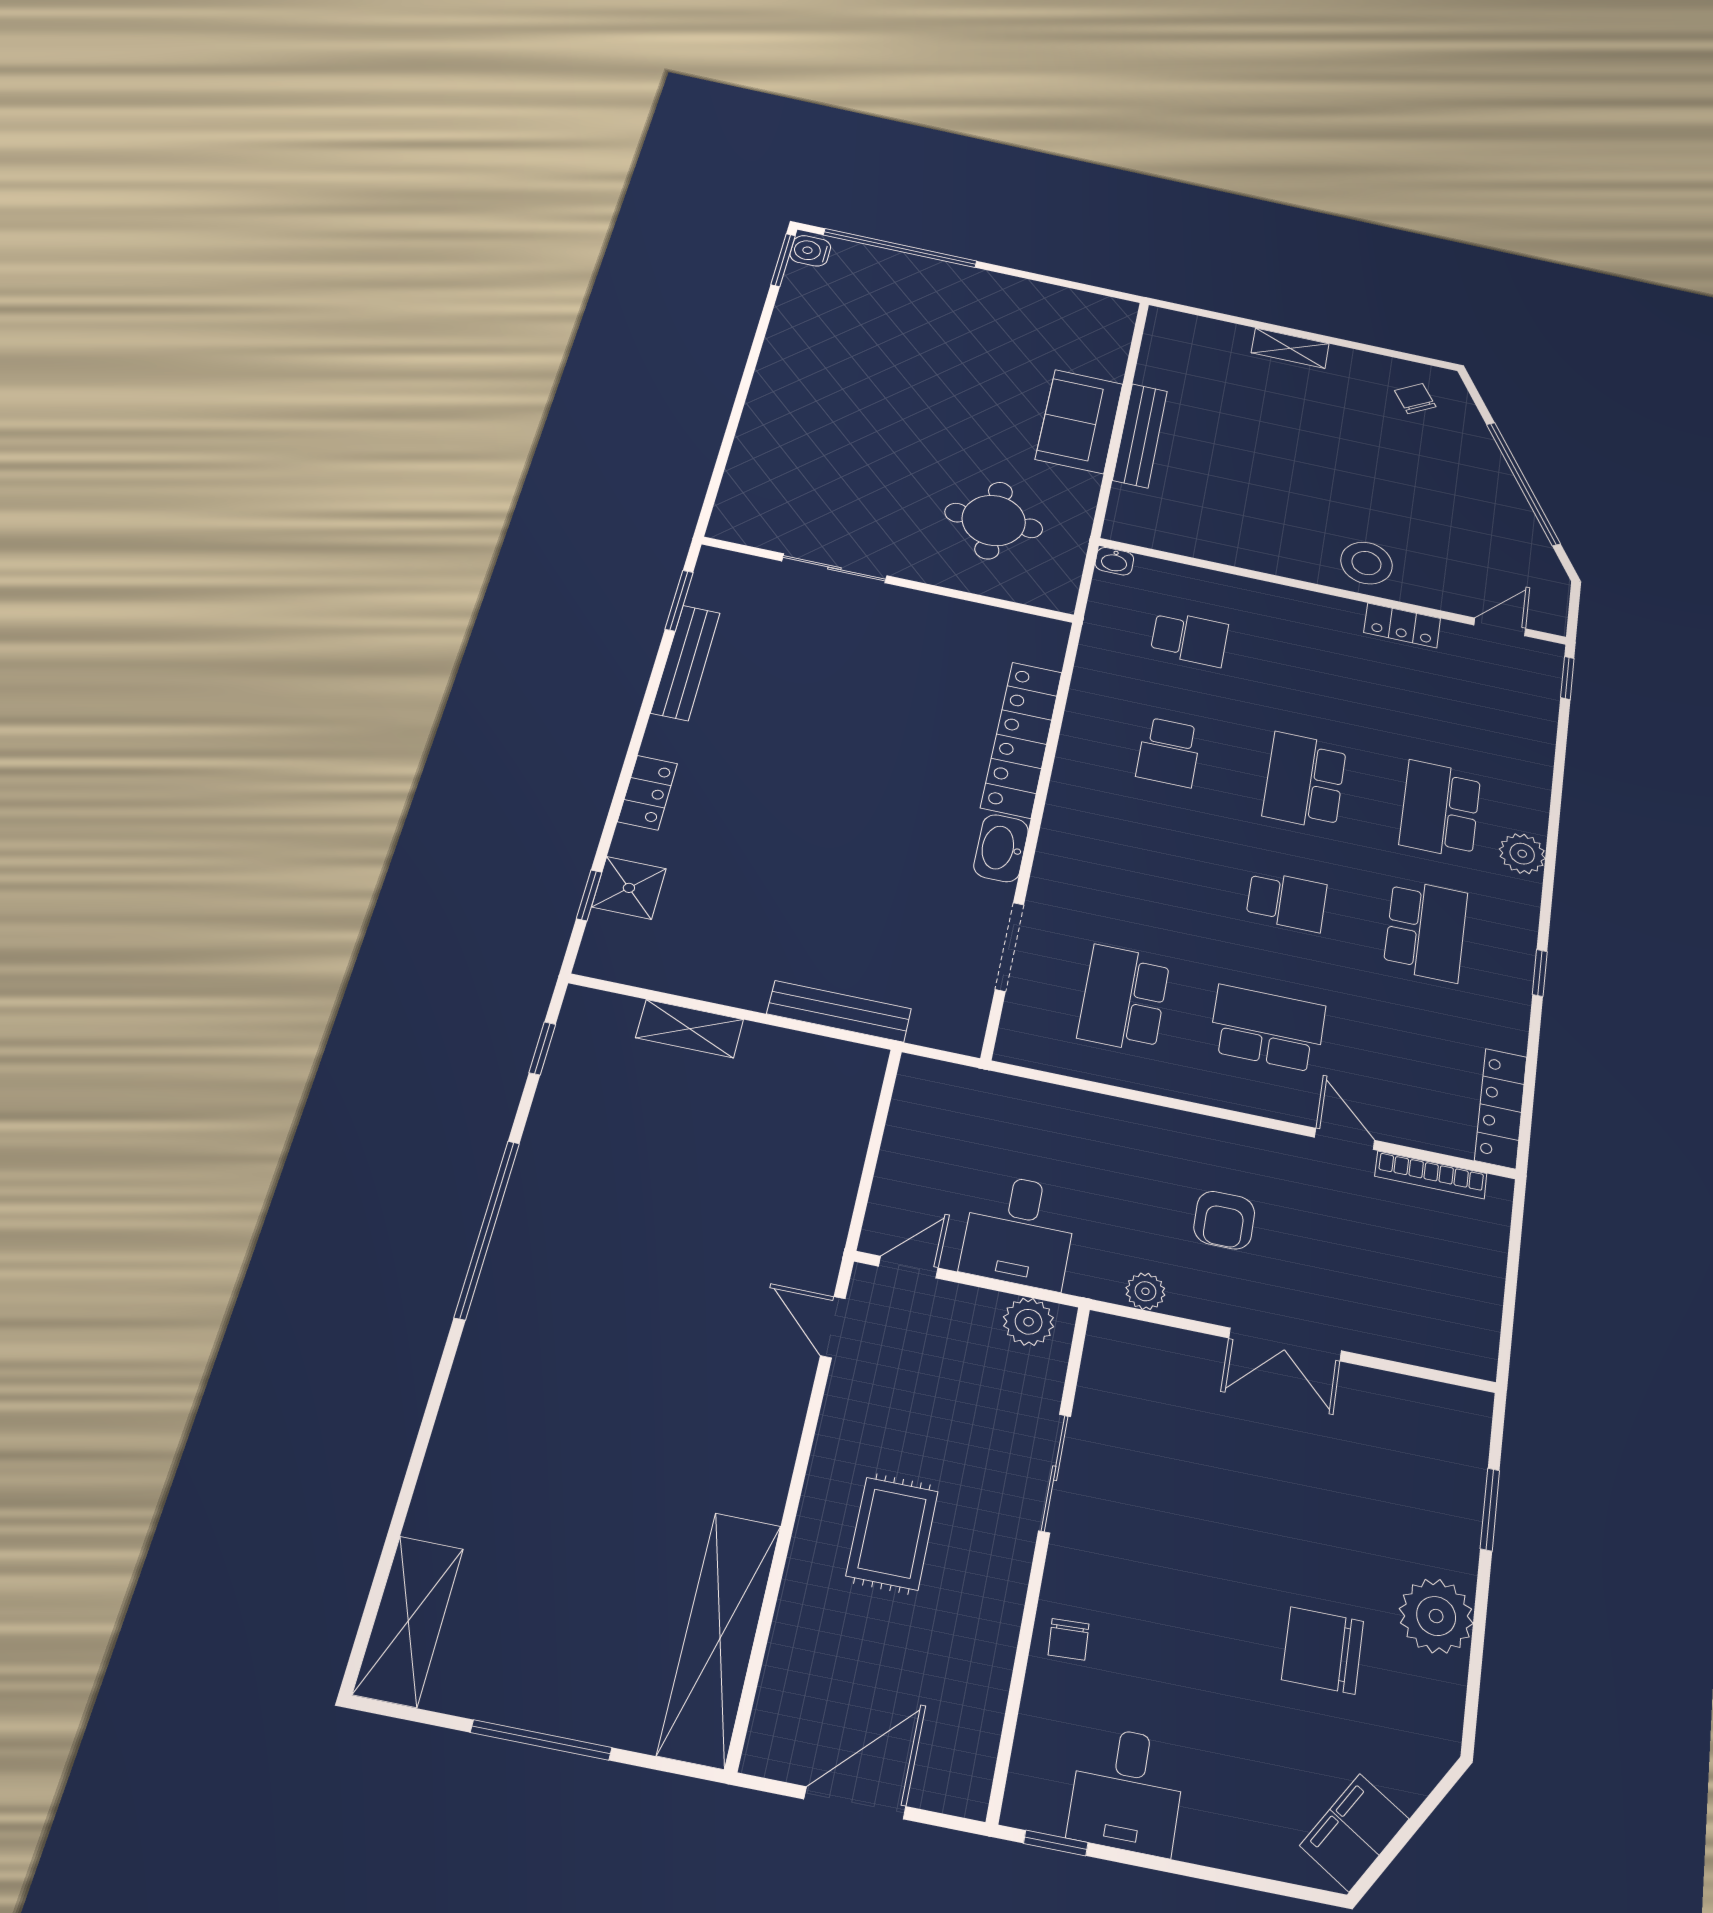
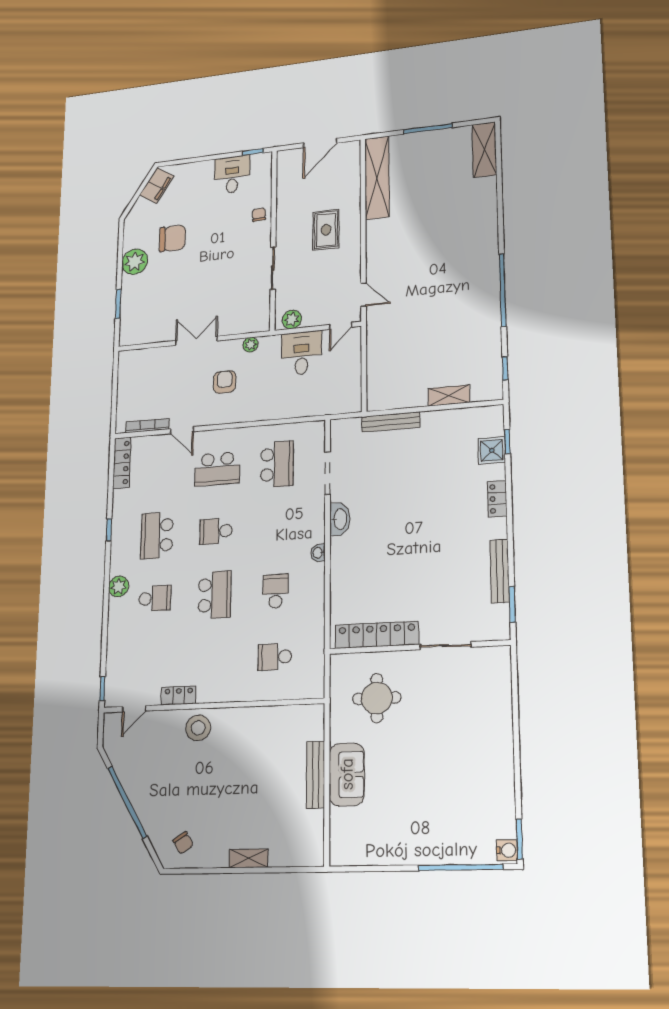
washbasin: (1114, 561) -> (318, 553), moved, turned -90
locker: (1022, 739) -> (377, 635), moved, turned -90
school desk: (1440, 809) -> (155, 598), width x0.54

